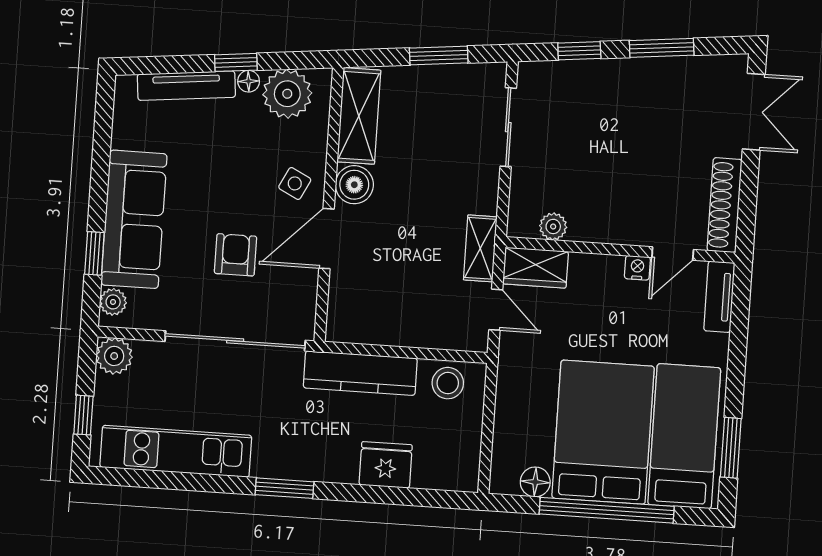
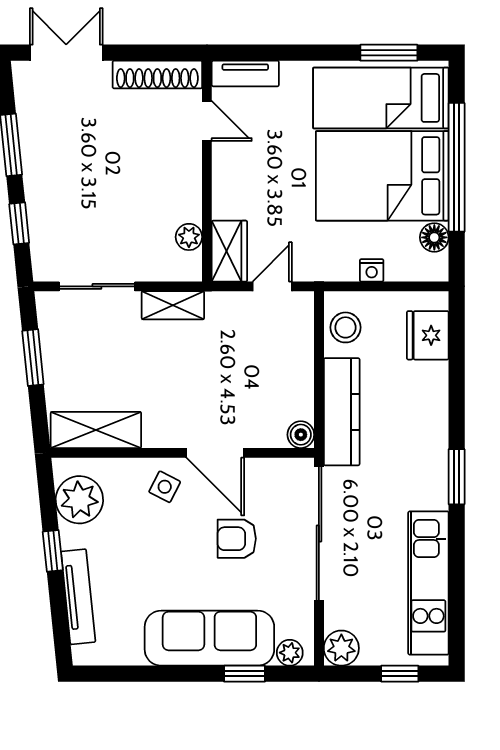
floor lamp: (249, 81) -> (70, 538), removed
boiler: (354, 185) -> (301, 435), moved, width x0.73, depth x0.73
shelving: (480, 248) -> (173, 305), moved
nightstand: (637, 268) -> (372, 270), moved, turned -90
fridge: (386, 465) -> (428, 335), moved

